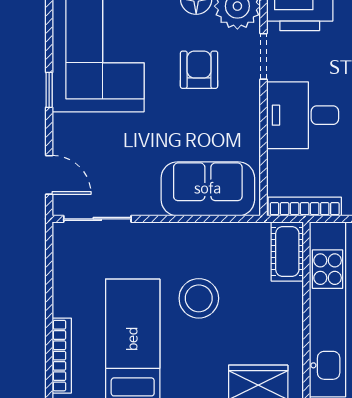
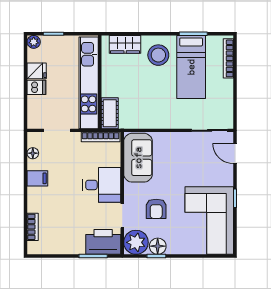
sofa: (208, 189) -> (138, 158), moved, turned -90
stool: (199, 298) -> (158, 55), moved

